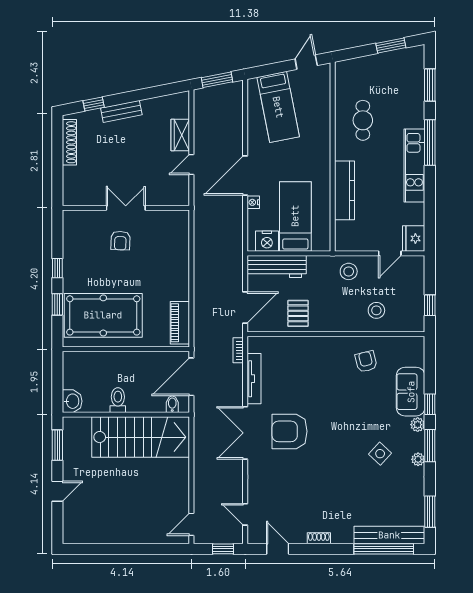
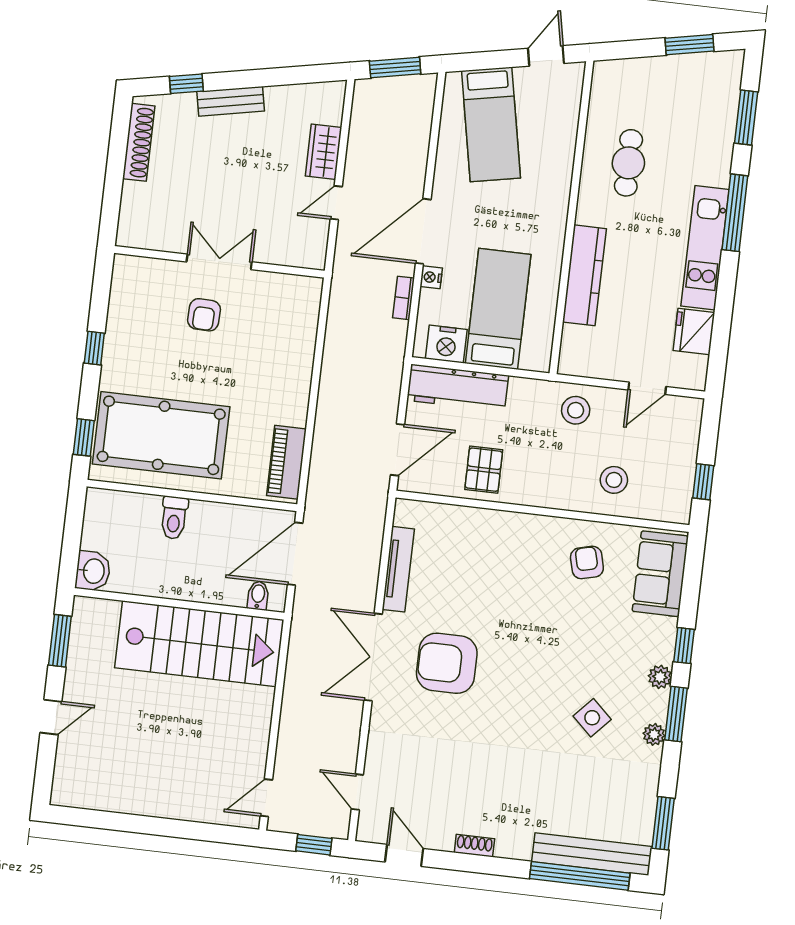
fridge: (414, 238) -> (694, 332), moved
window: (57, 304) -> (84, 437), moved
bookcase: (238, 350) -> (403, 298), moved
sofa: (411, 392) -> (660, 574), moved
toilet: (118, 400) -> (174, 518), moved, turned 180

